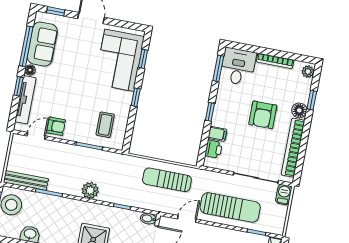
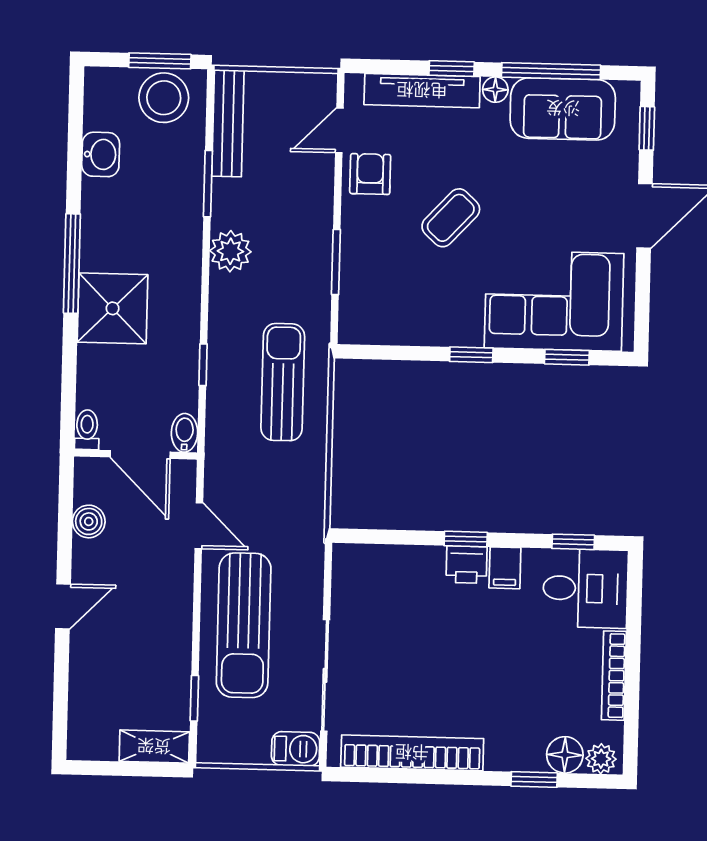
window: (218, 68) -> (573, 542), width x0.67
floor lamp: (299, 110) -> (565, 755), moved
armchair: (263, 115) -> (479, 667), removed
coffee table: (105, 125) -> (451, 218), moved, turned -47
armchair: (56, 126) -> (370, 174), turned 180
filing cabinet: (217, 134) -> (505, 568), moved
door: (36, 136) -> (339, 130), swing flipped
printer: (214, 149) -> (466, 565), moved
sun lounger: (167, 180) -> (283, 382), moved
plant: (90, 190) -> (230, 251), moved

